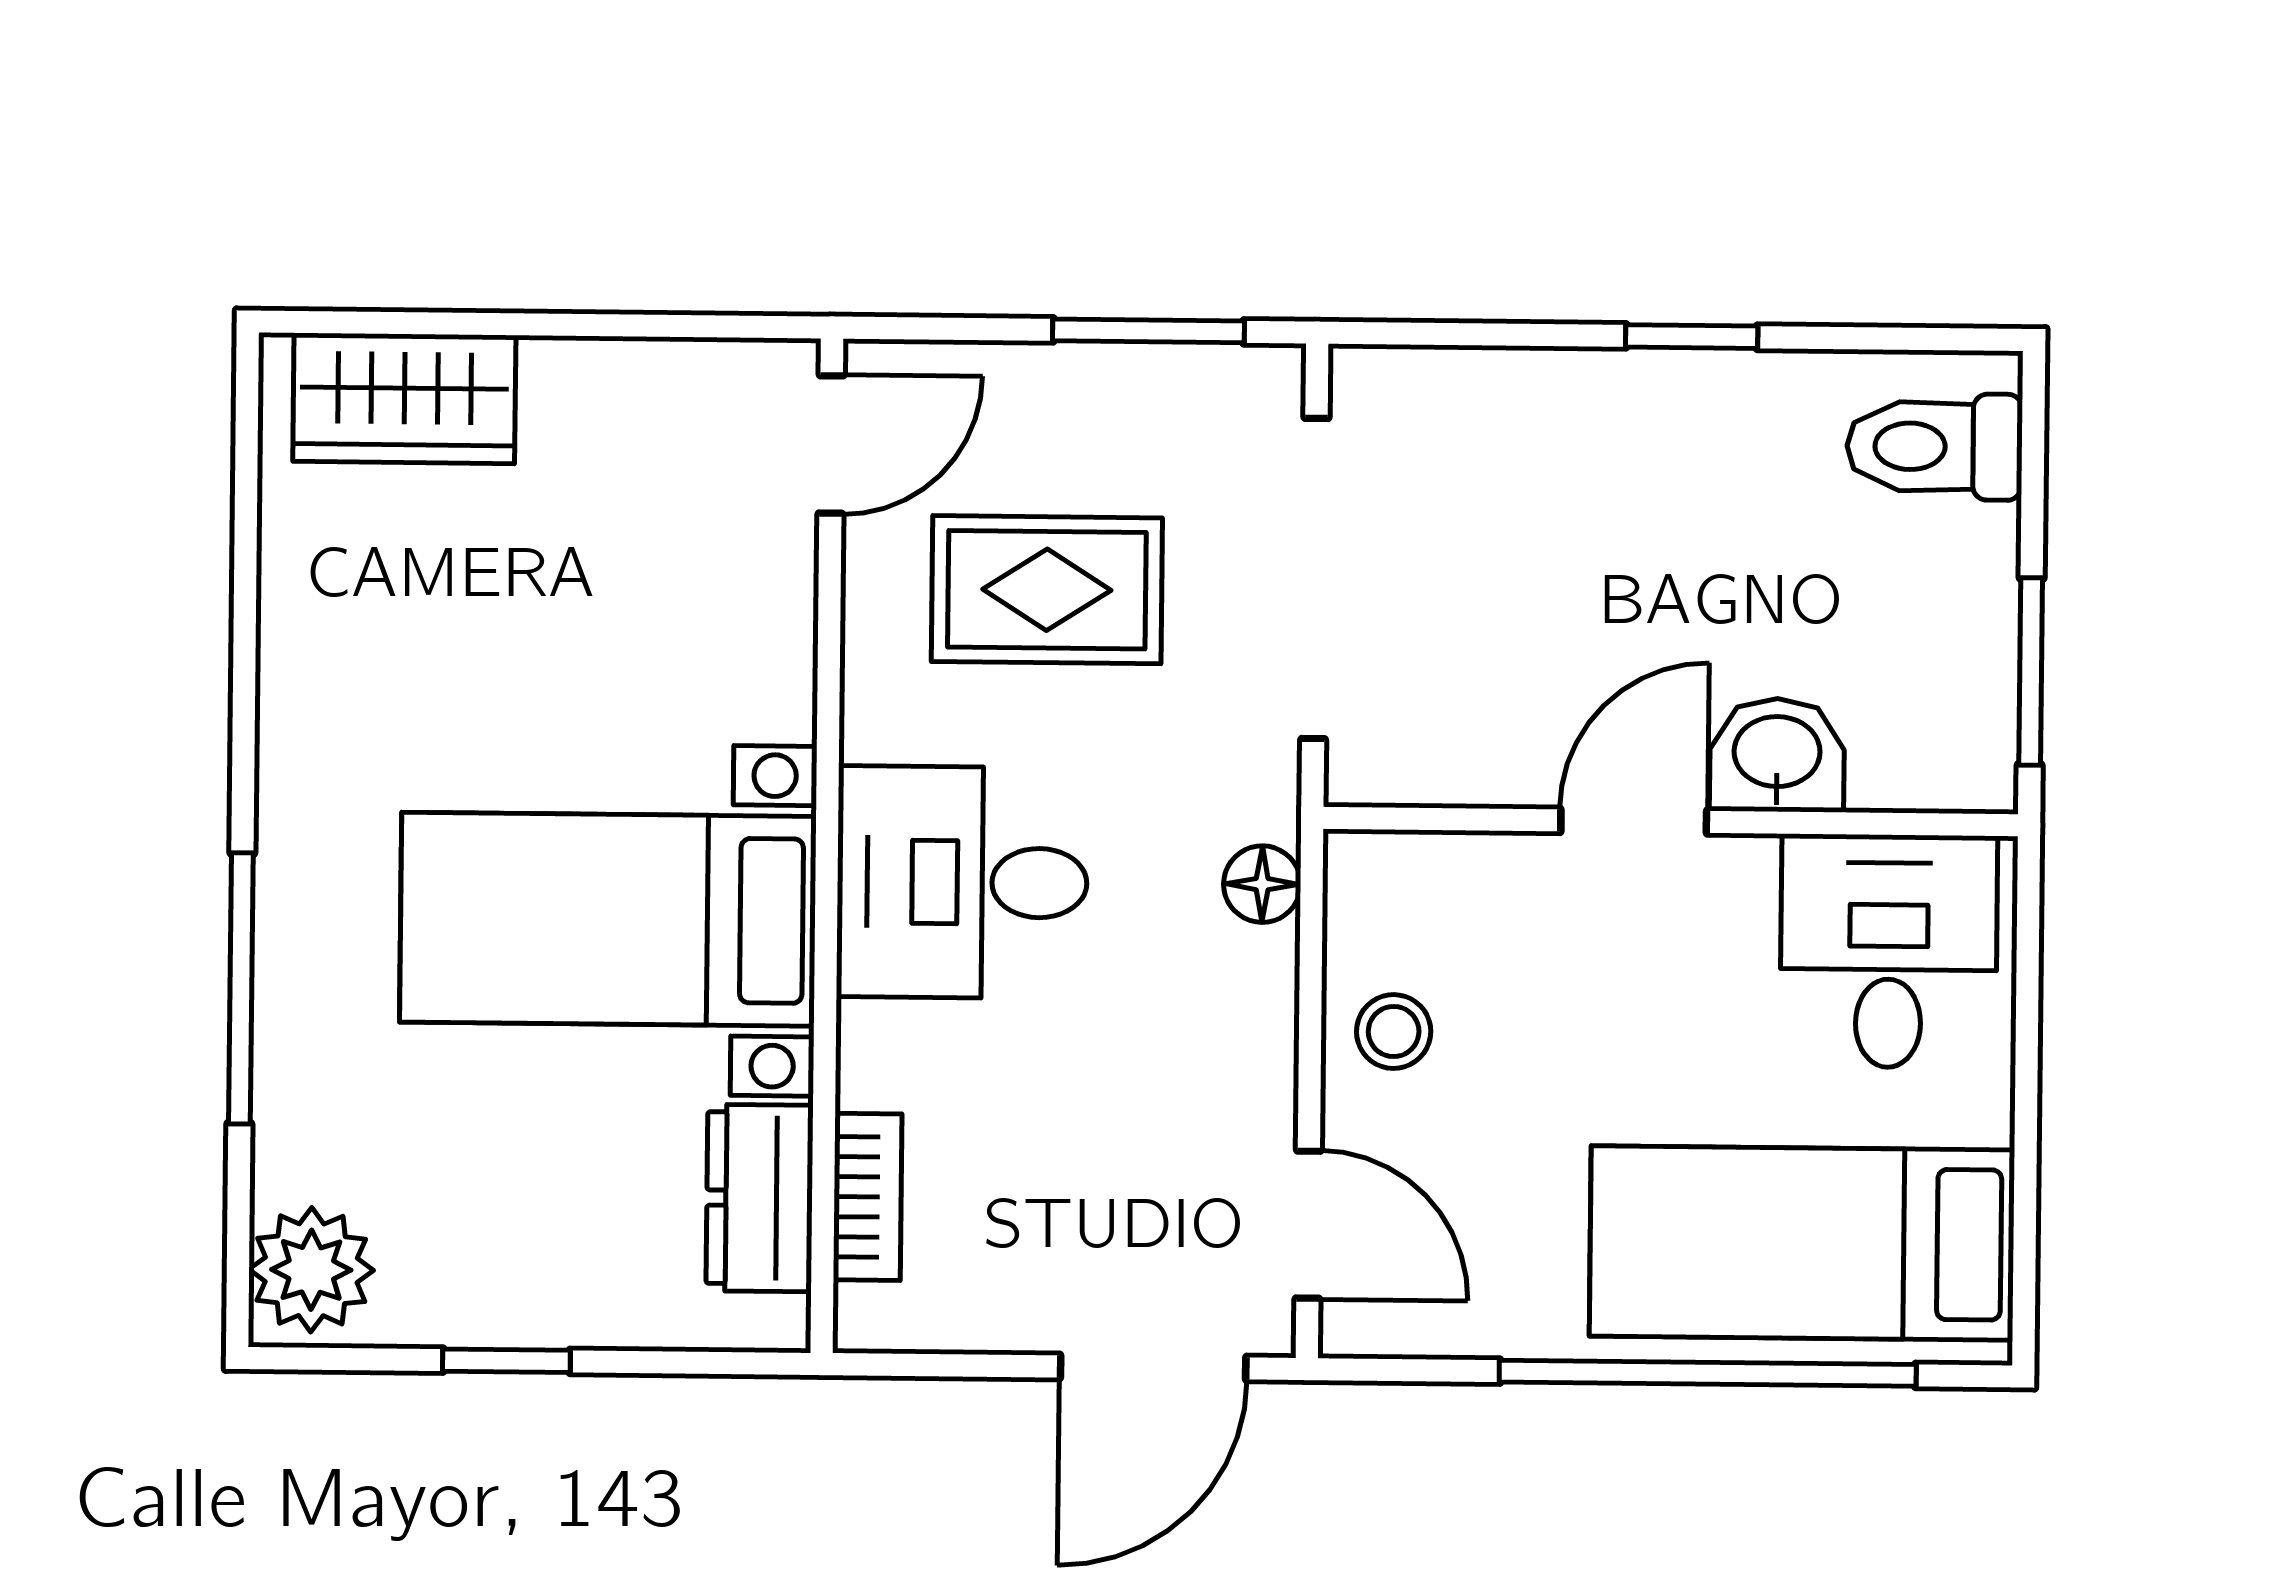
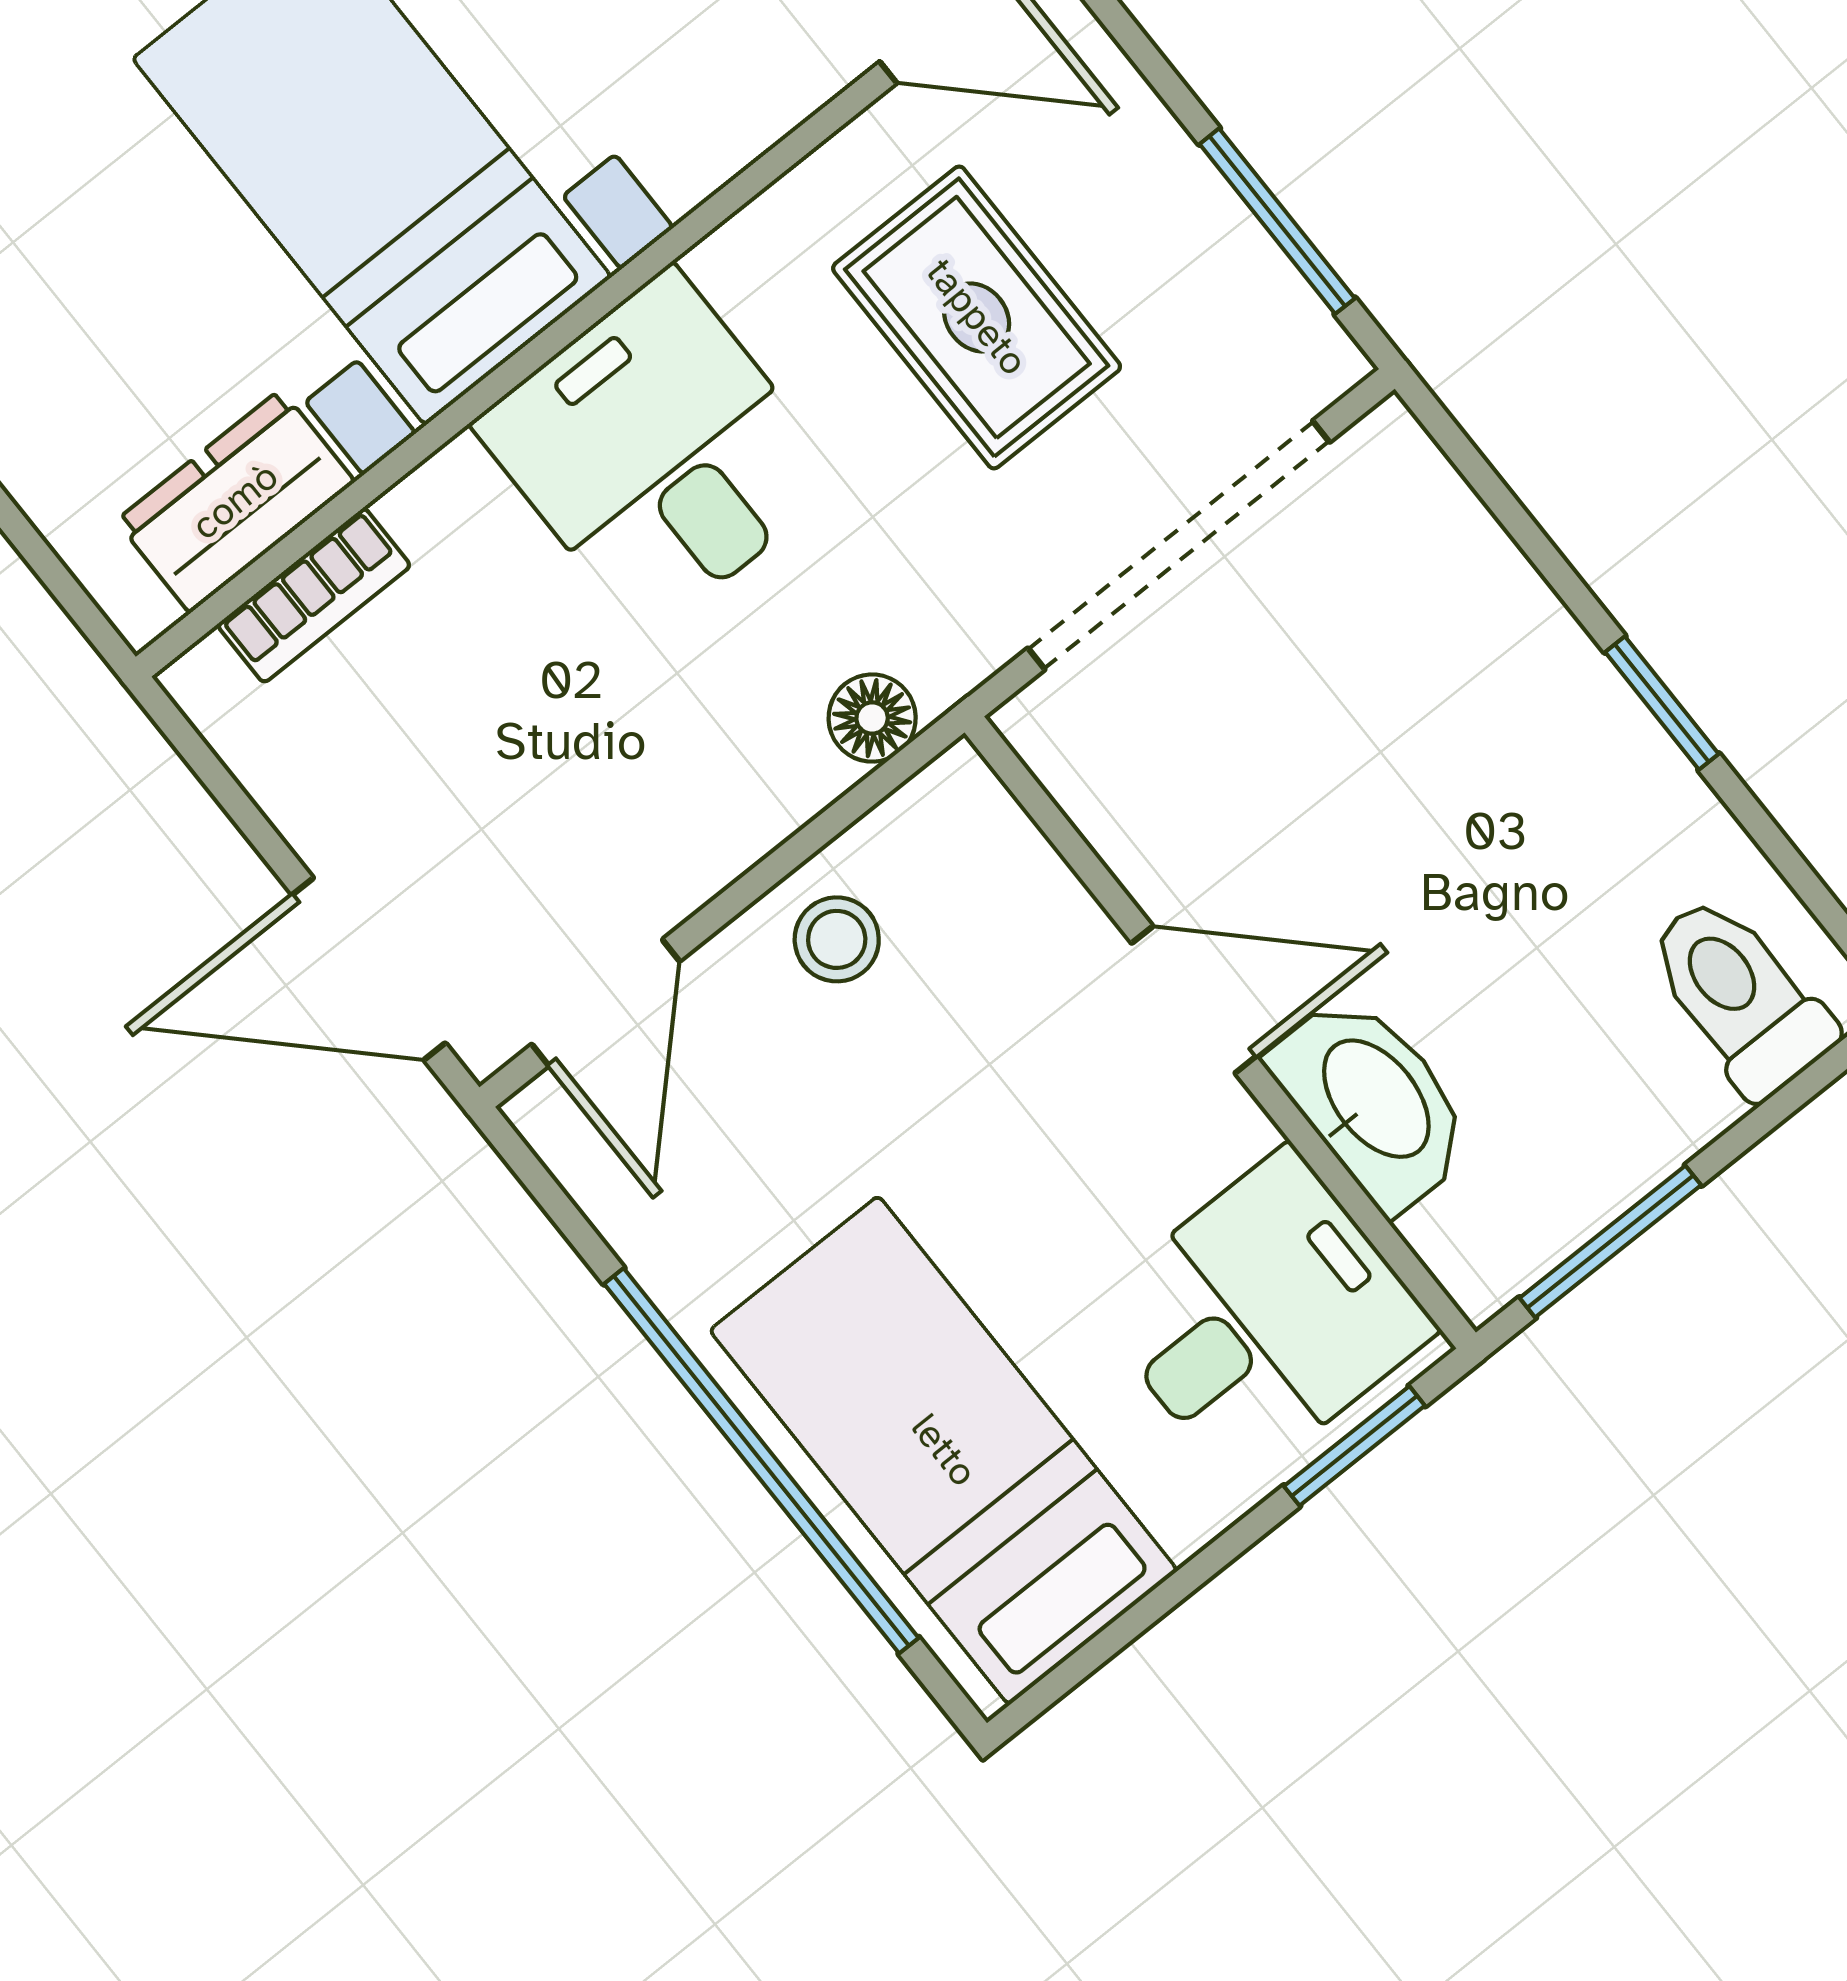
washbasin: (1777, 755) -> (1373, 1101), width x1.38
window: (2028, 960) -> (1354, 1446), added

